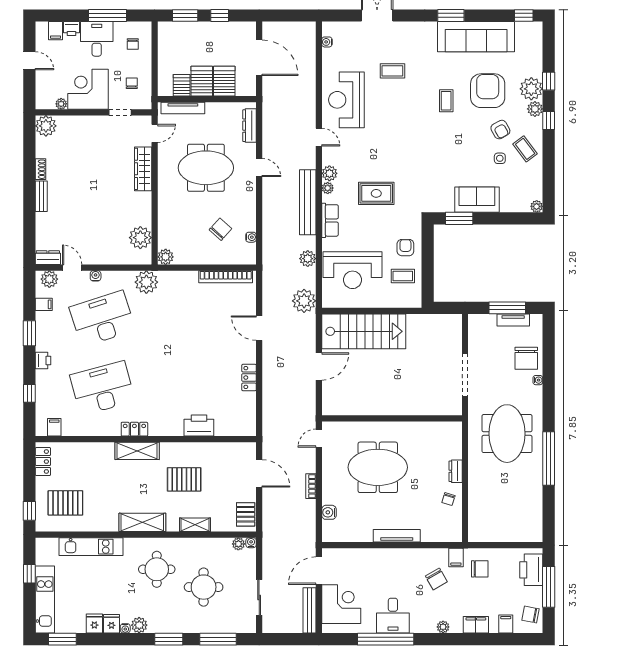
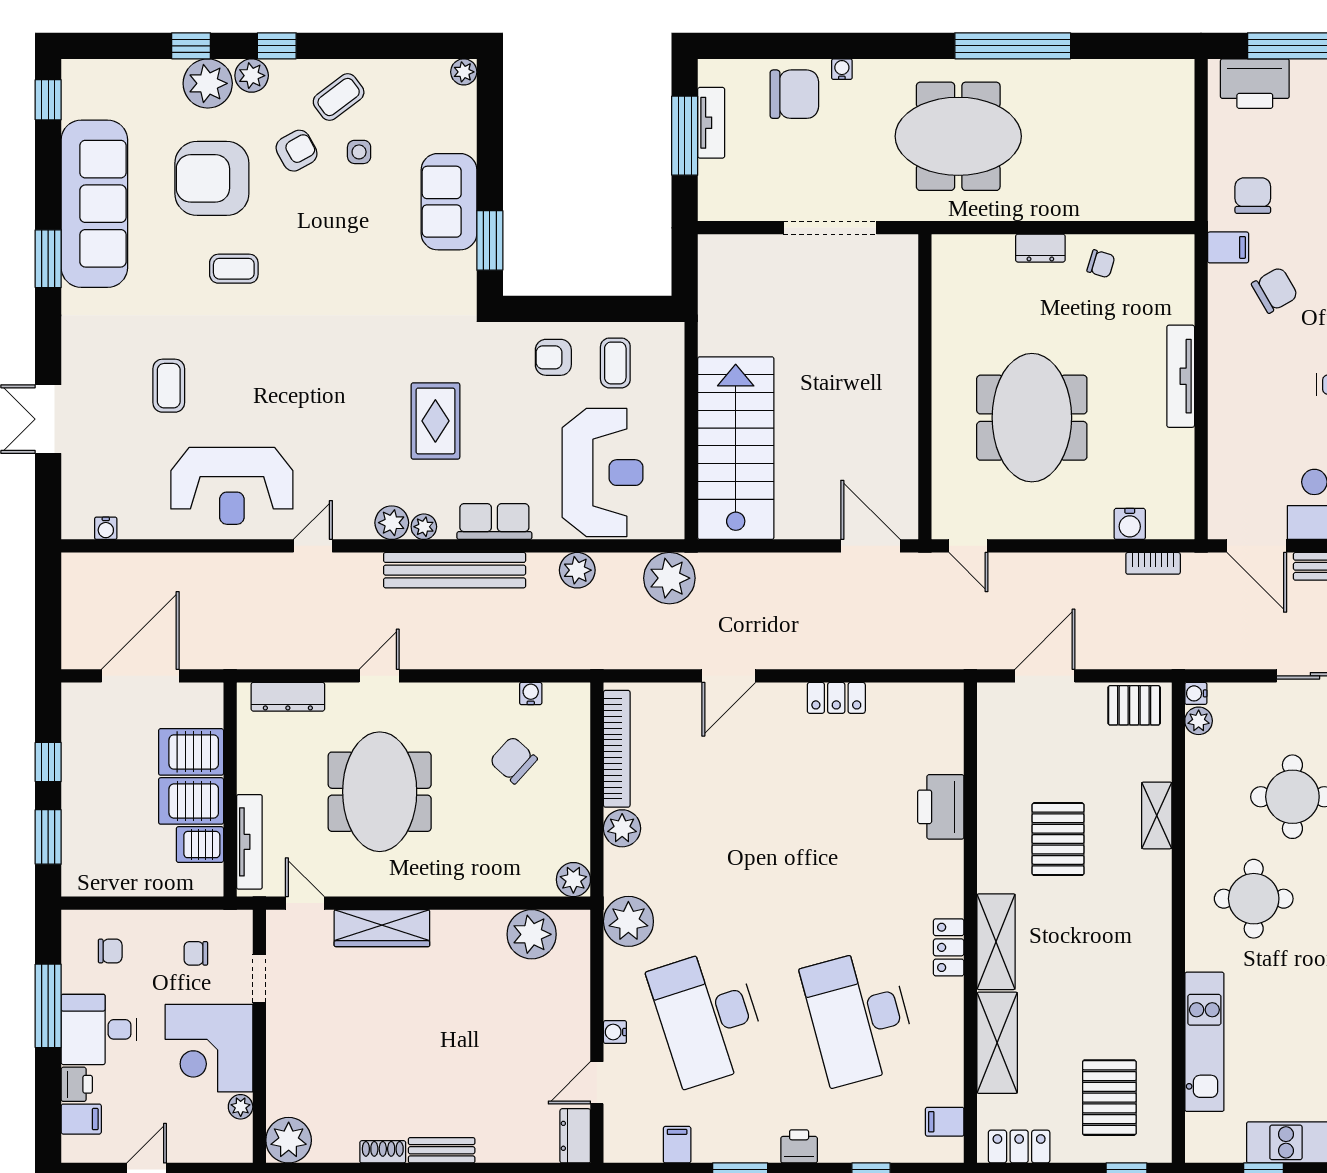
plant: (49, 279) -> (622, 828), moved
door: (319, 366) -> (870, 546), moved
bookcase: (311, 486) -> (1153, 563), moved
shelving: (142, 522) -> (997, 1043), moved

